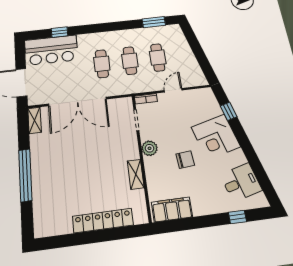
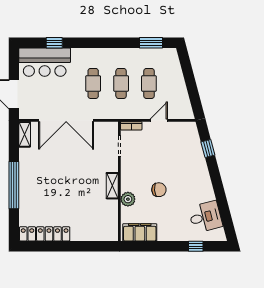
corner desk: (216, 137) -> (191, 172), removed
plant: (150, 148) -> (128, 199), moved
shelving: (136, 174) -> (112, 186), moved
locker: (103, 221) -> (45, 234), moved

